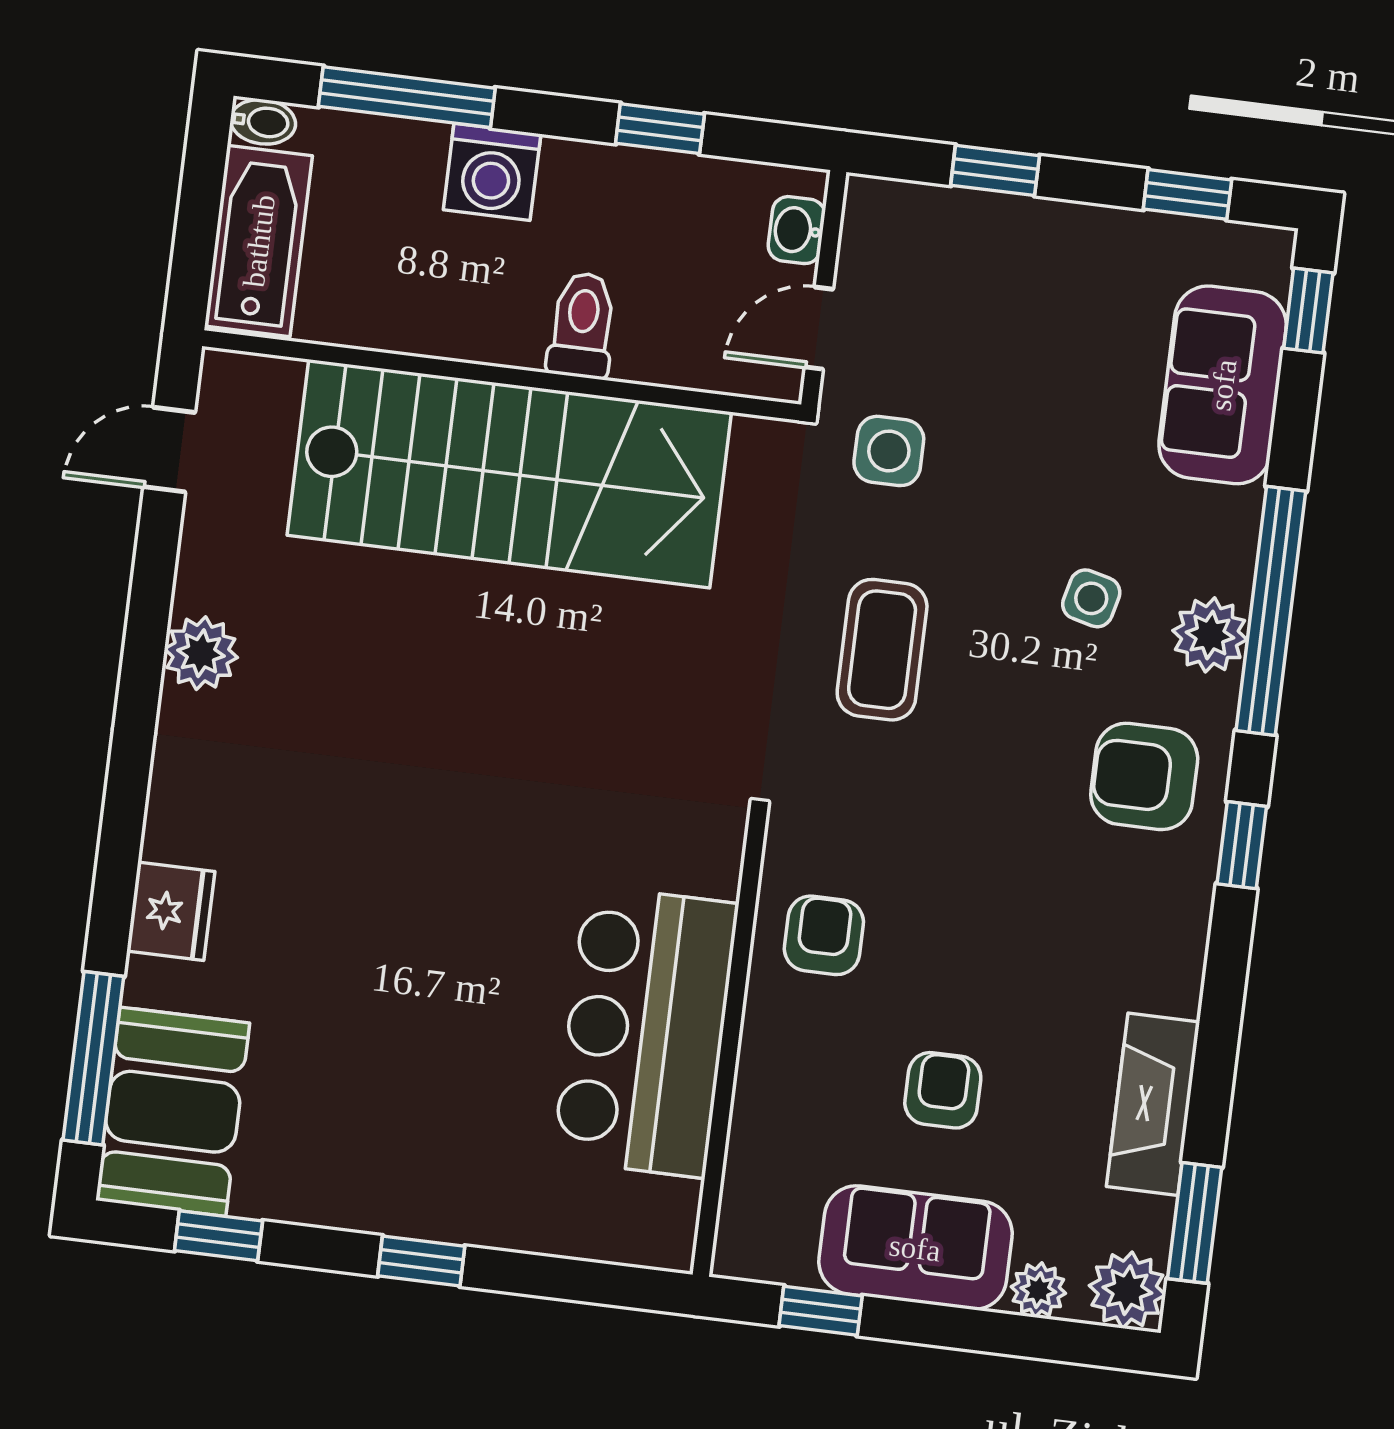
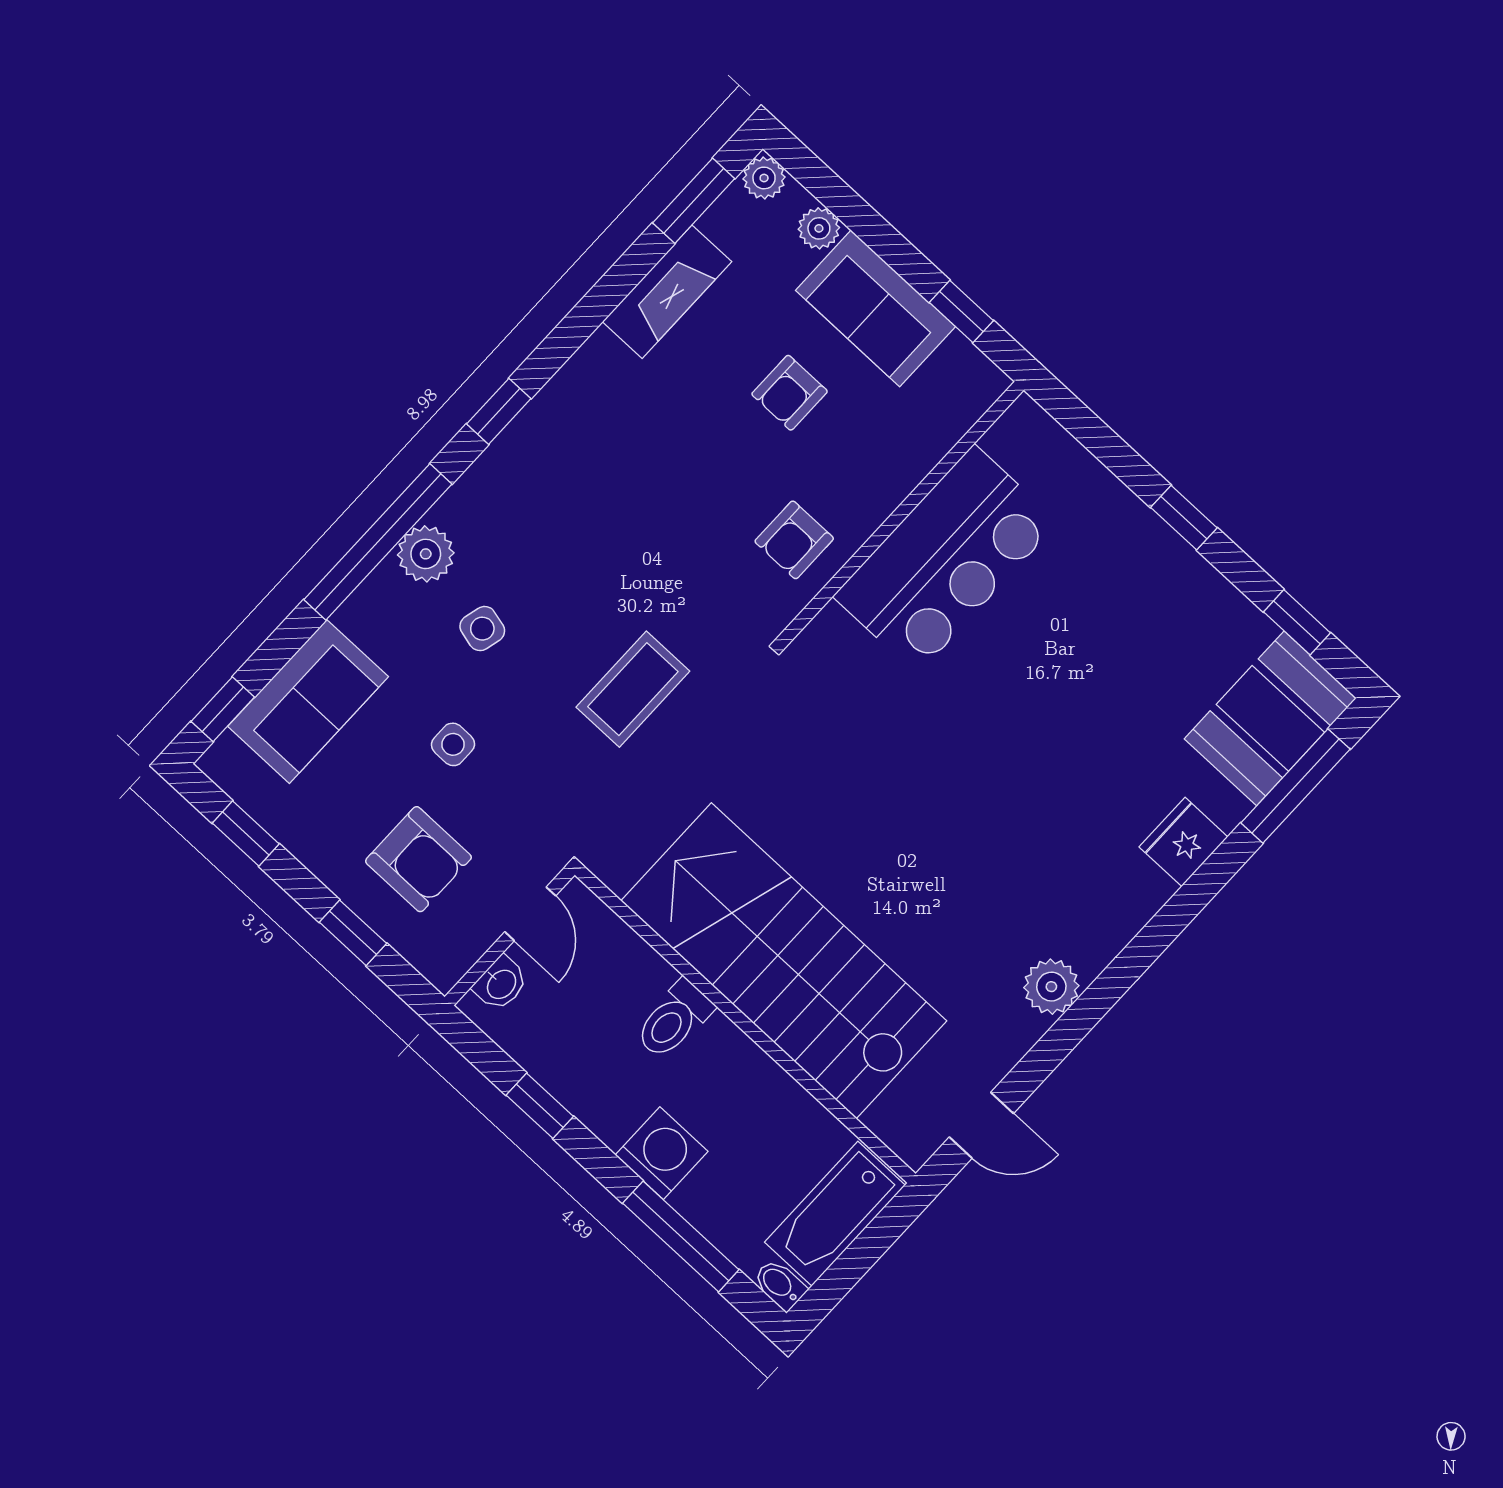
door: (819, 328) -> (530, 914), hinge flipped
side table: (889, 451) -> (453, 744), moved, width x0.73, depth x0.73
armchair: (1144, 776) -> (418, 859), moved
plant: (1127, 1290) -> (764, 178), width x0.73, depth x0.73

